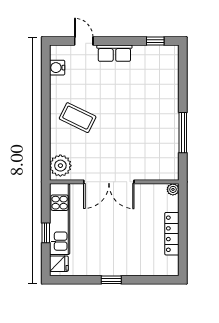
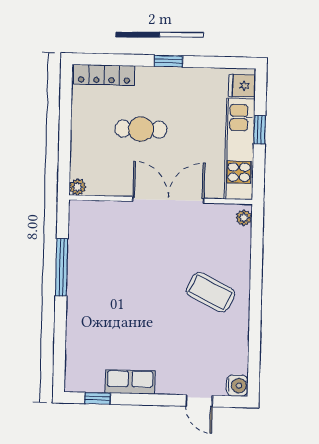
row of seats: (114, 53) -> (130, 382), moved
water cooler: (57, 68) -> (237, 386), moved
plant: (60, 166) -> (244, 218), width x0.53, depth x0.53
cafe table: (129, 231) -> (141, 129), added
locker: (172, 234) -> (104, 75), moved, turned 90

